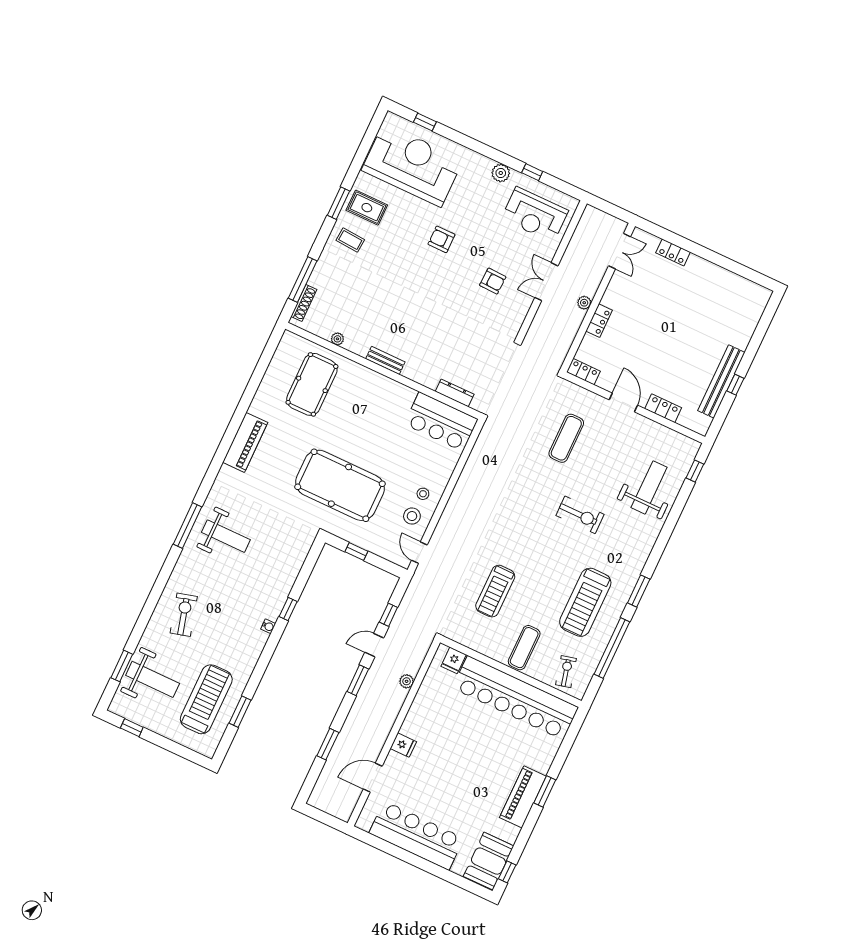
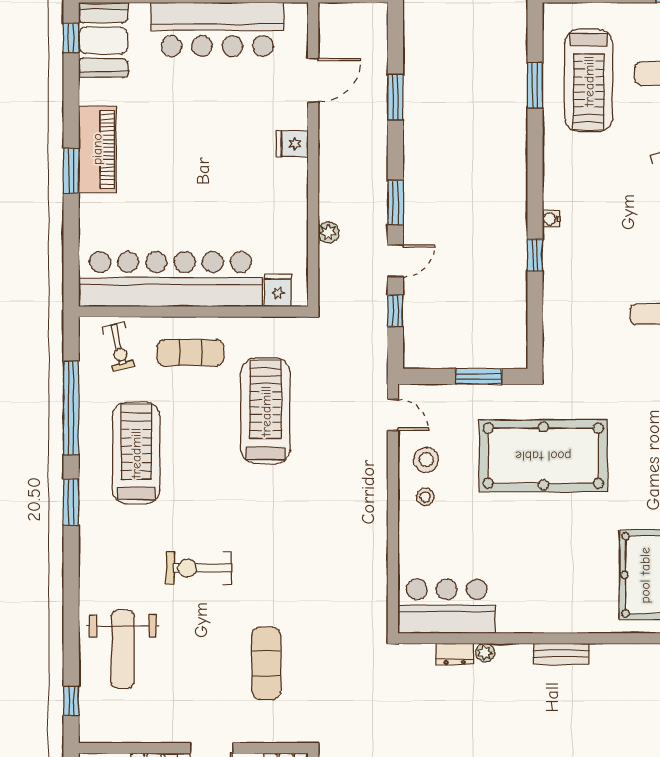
plant: (337, 339) -> (485, 653), moved
dresser: (455, 393) -> (455, 654), width x0.70
window: (356, 551) -> (479, 376), width x1.50
treadmill: (495, 591) -> (266, 411), width x1.37, depth x1.38
exercise mat: (524, 648) -> (190, 353), turned 90

